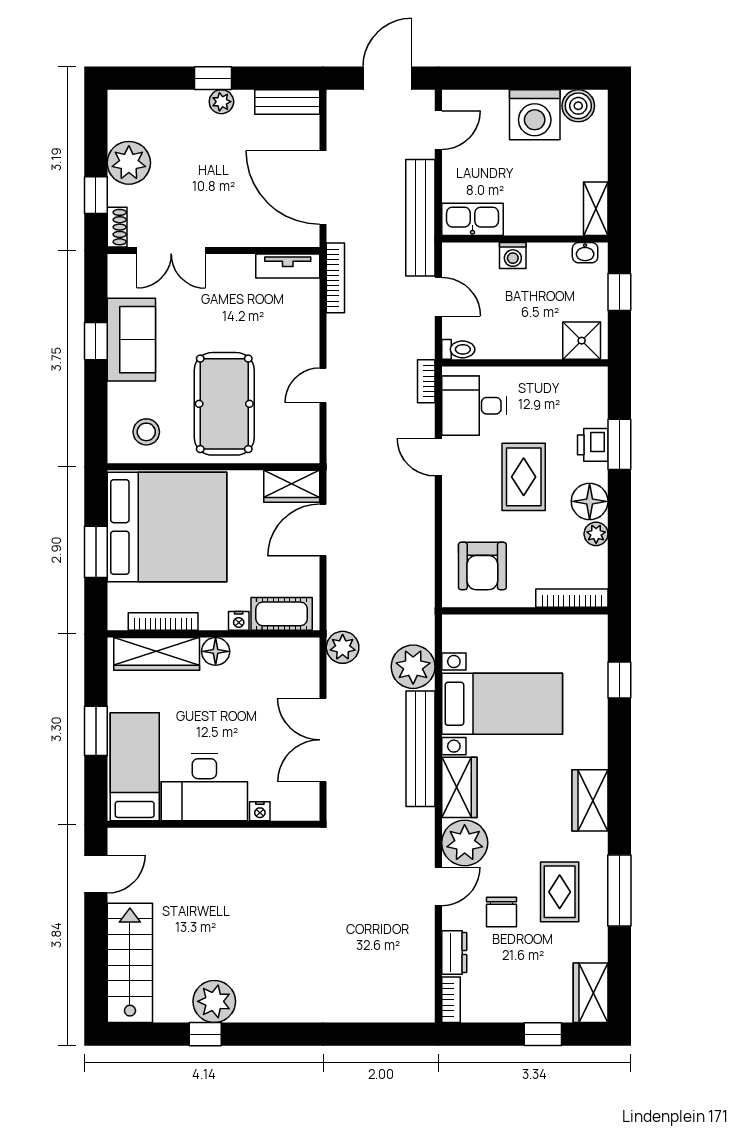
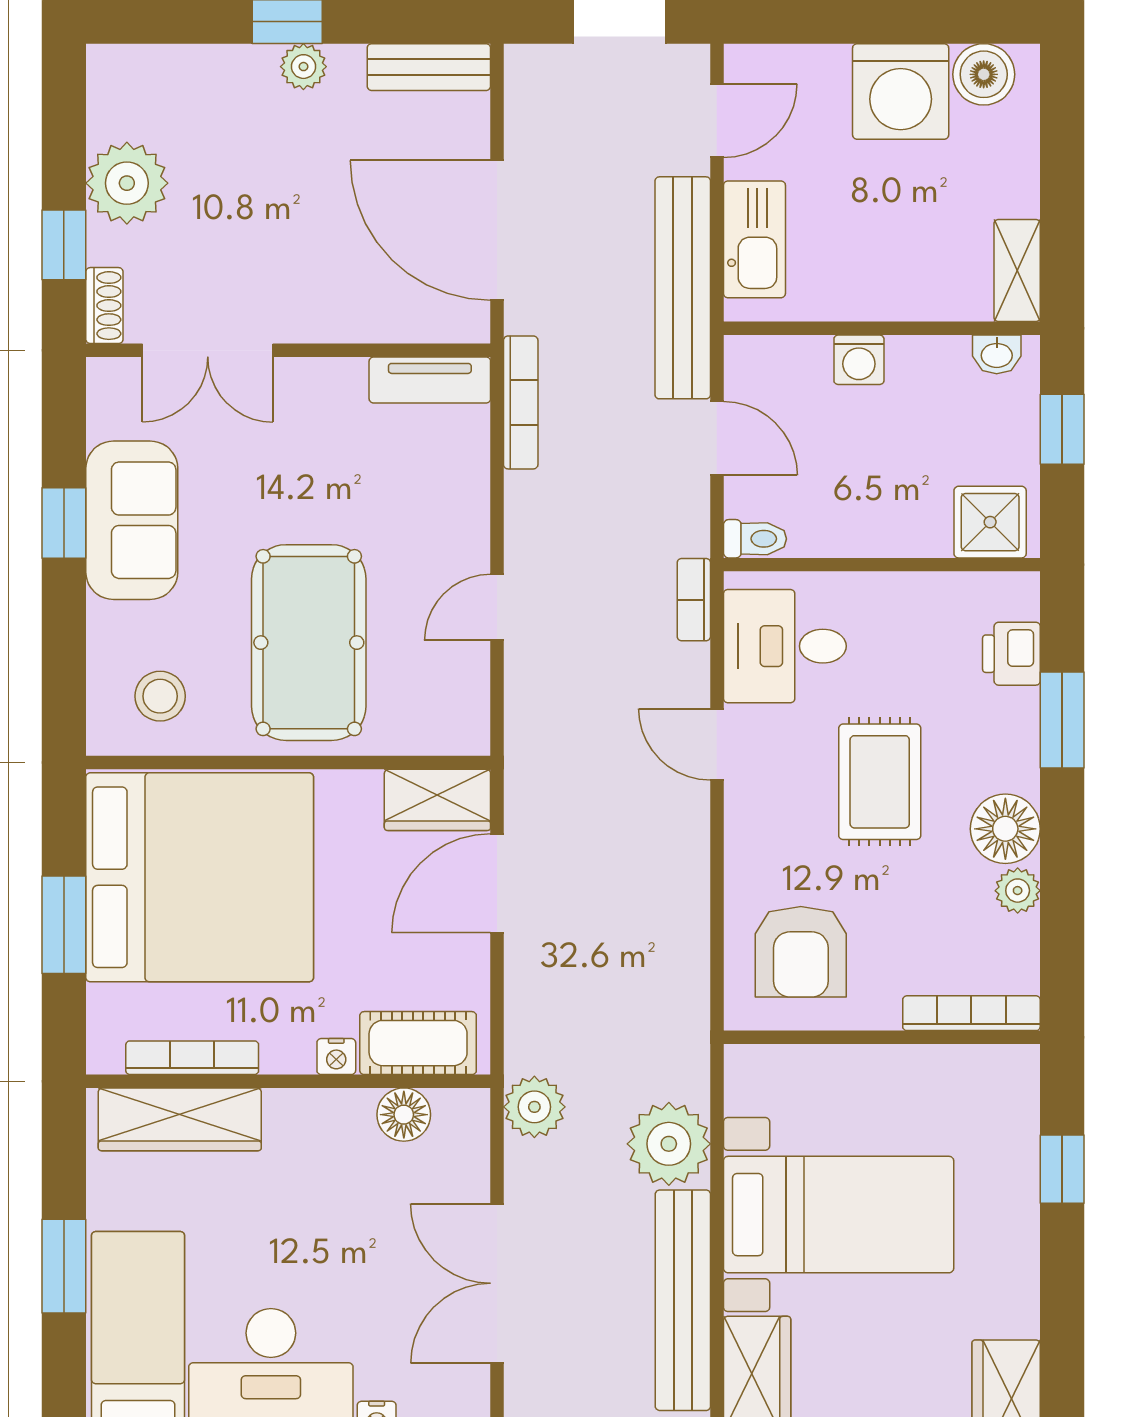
kitchen sink: (473, 219) -> (754, 239), moved, turned 90
printer: (593, 445) -> (1011, 654), moved
floor lamp: (216, 651) -> (404, 1115), moved

